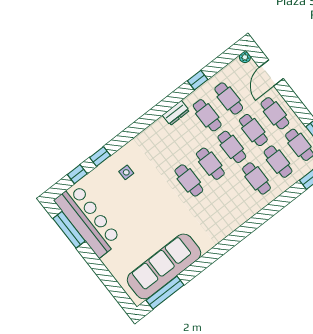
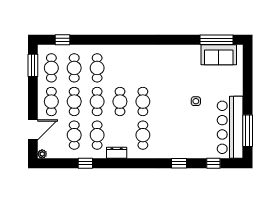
cafe table: (164, 149) -> (143, 135), added
window: (100, 156) -> (179, 163), moved
side table: (126, 172) -> (196, 101), moved
sofa: (164, 266) -> (219, 55), width x0.54, depth x0.79

